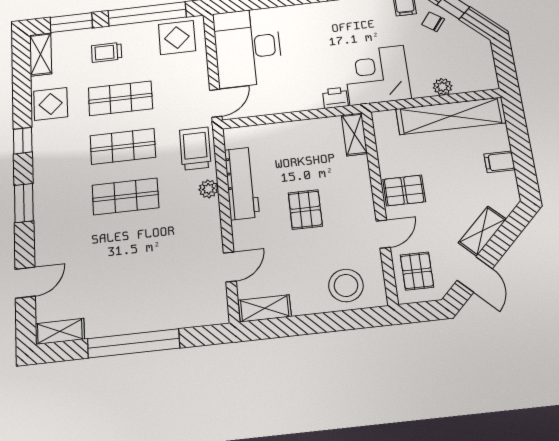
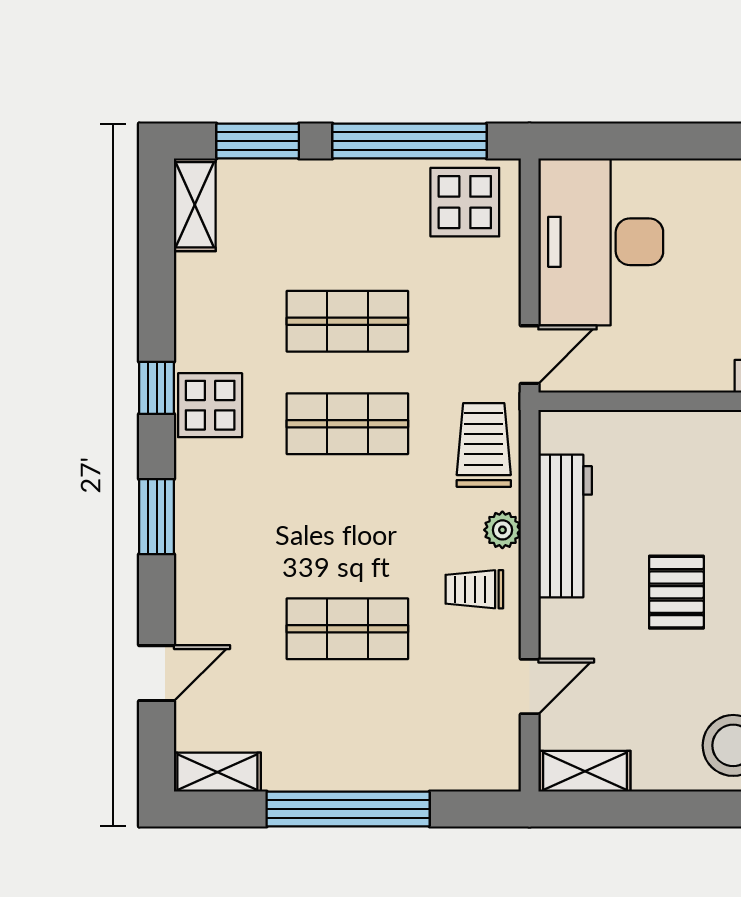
trolley: (107, 52) -> (474, 589), moved
display table: (51, 104) -> (210, 405), moved
shop shelf: (125, 196) -> (347, 629), moved

